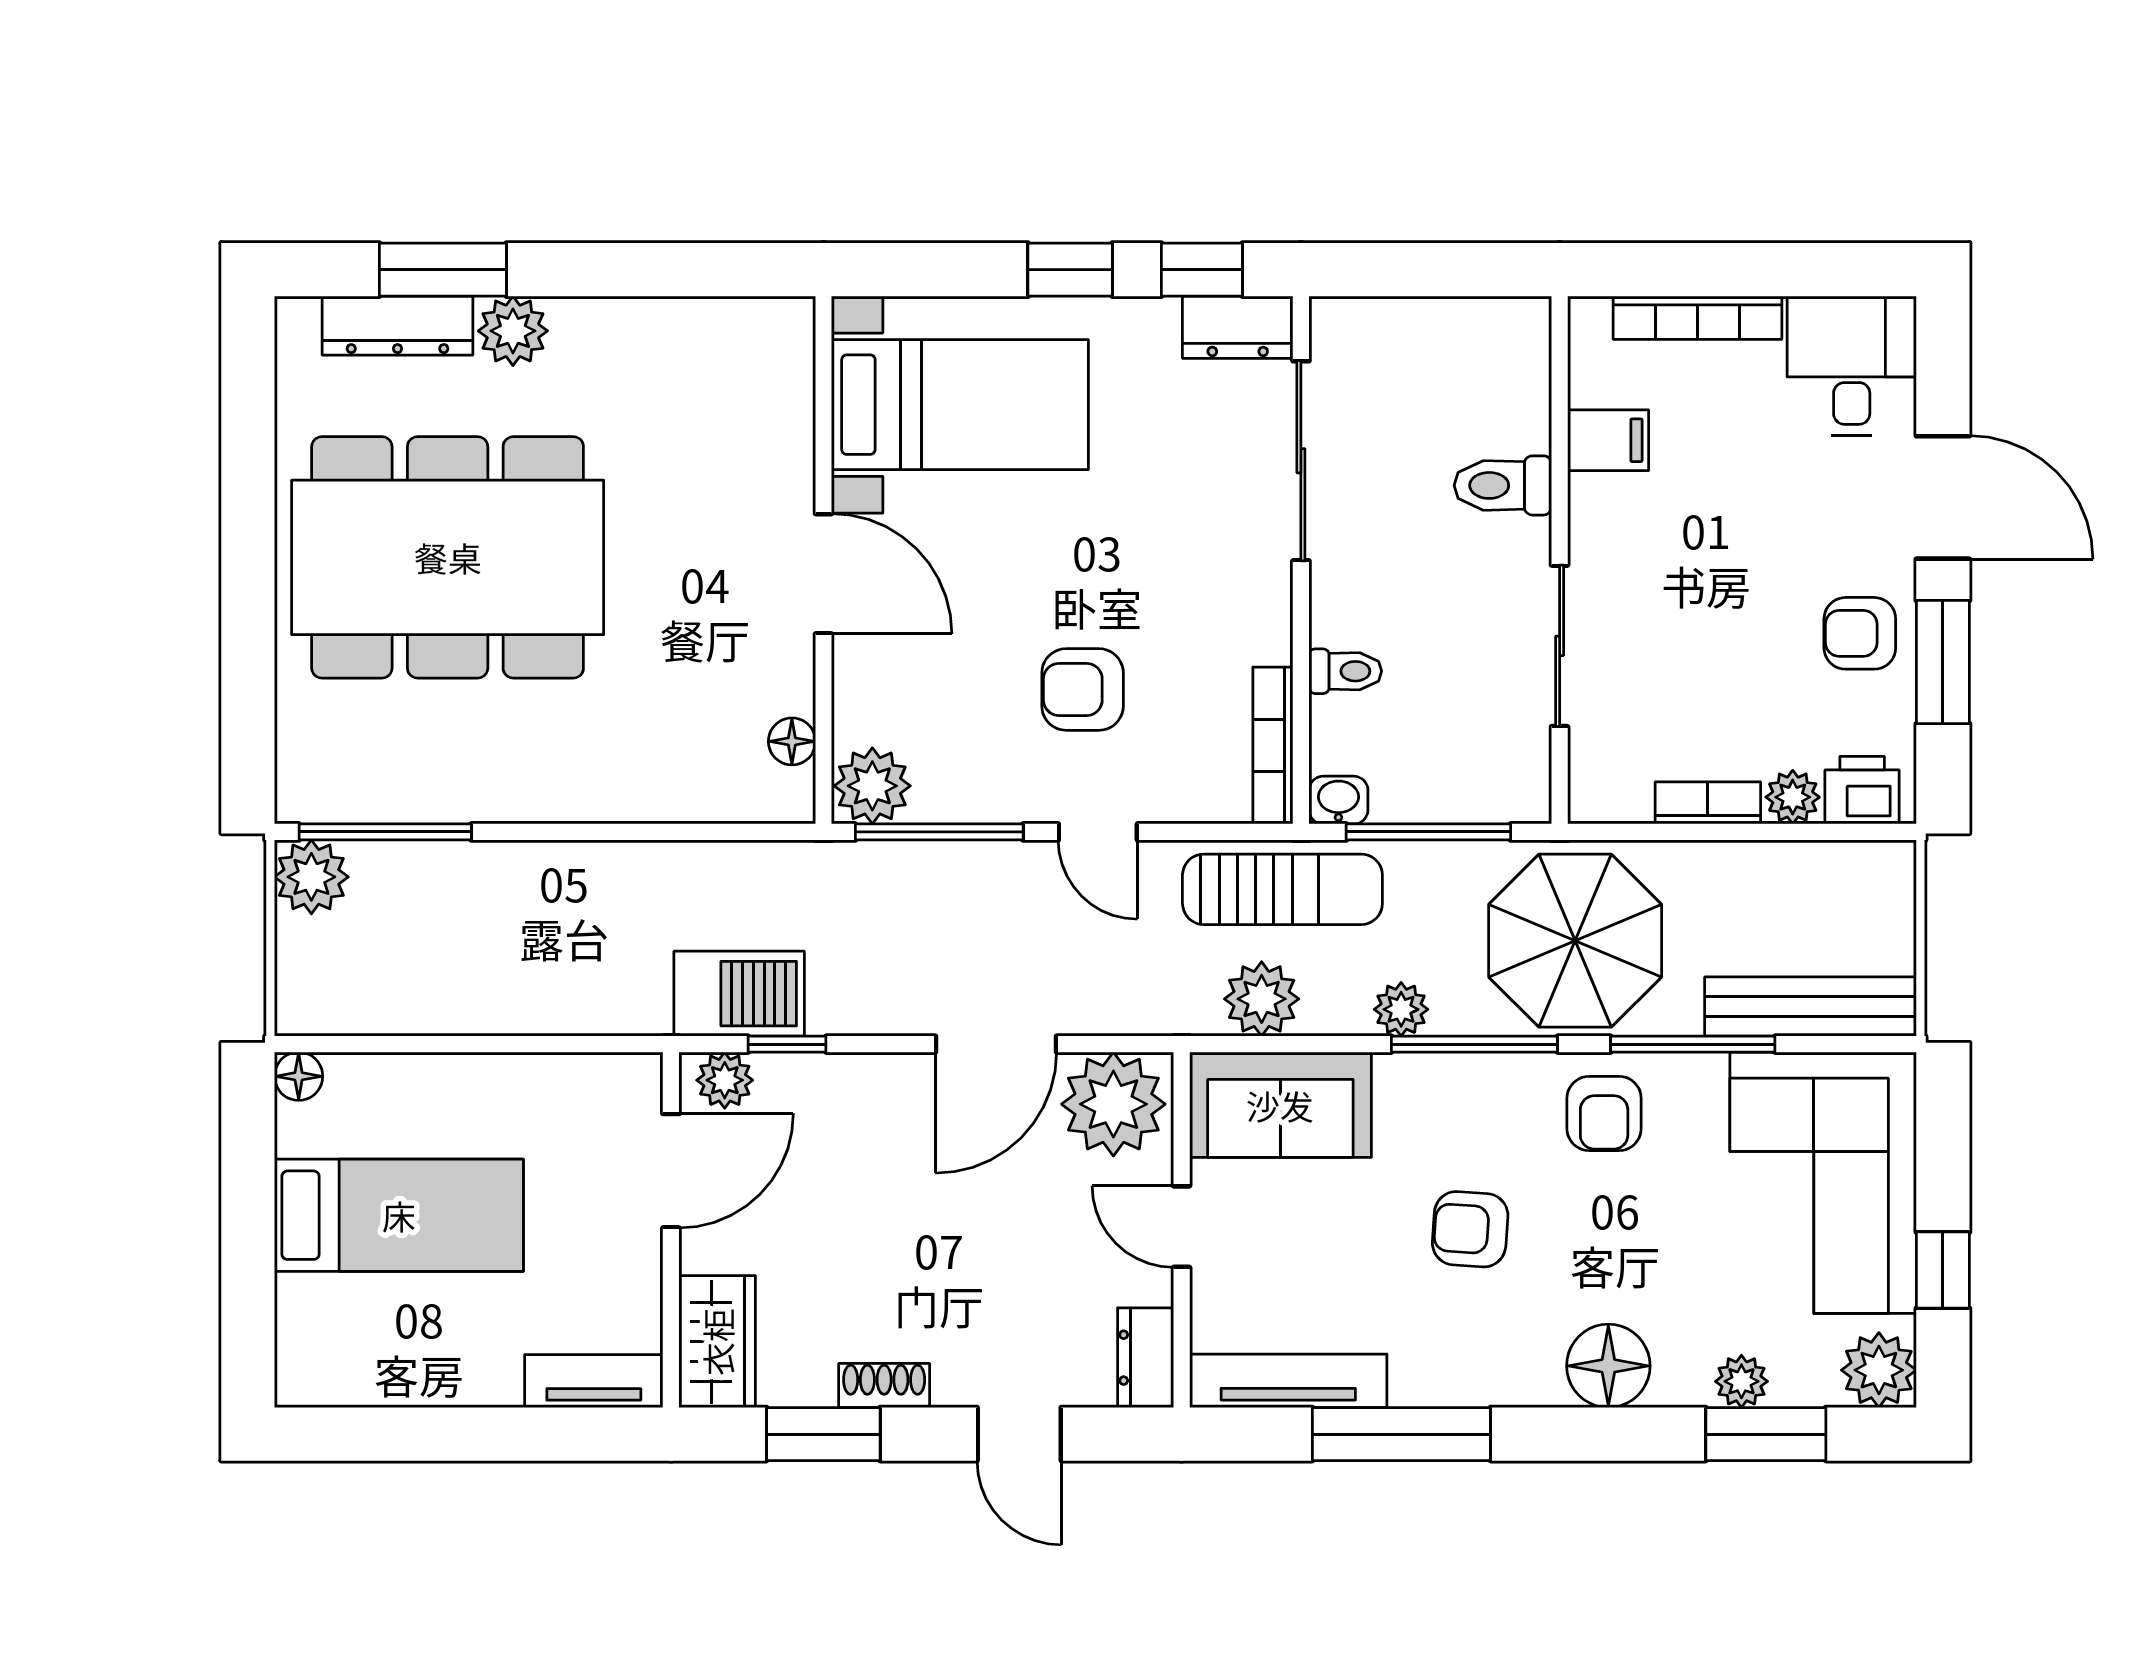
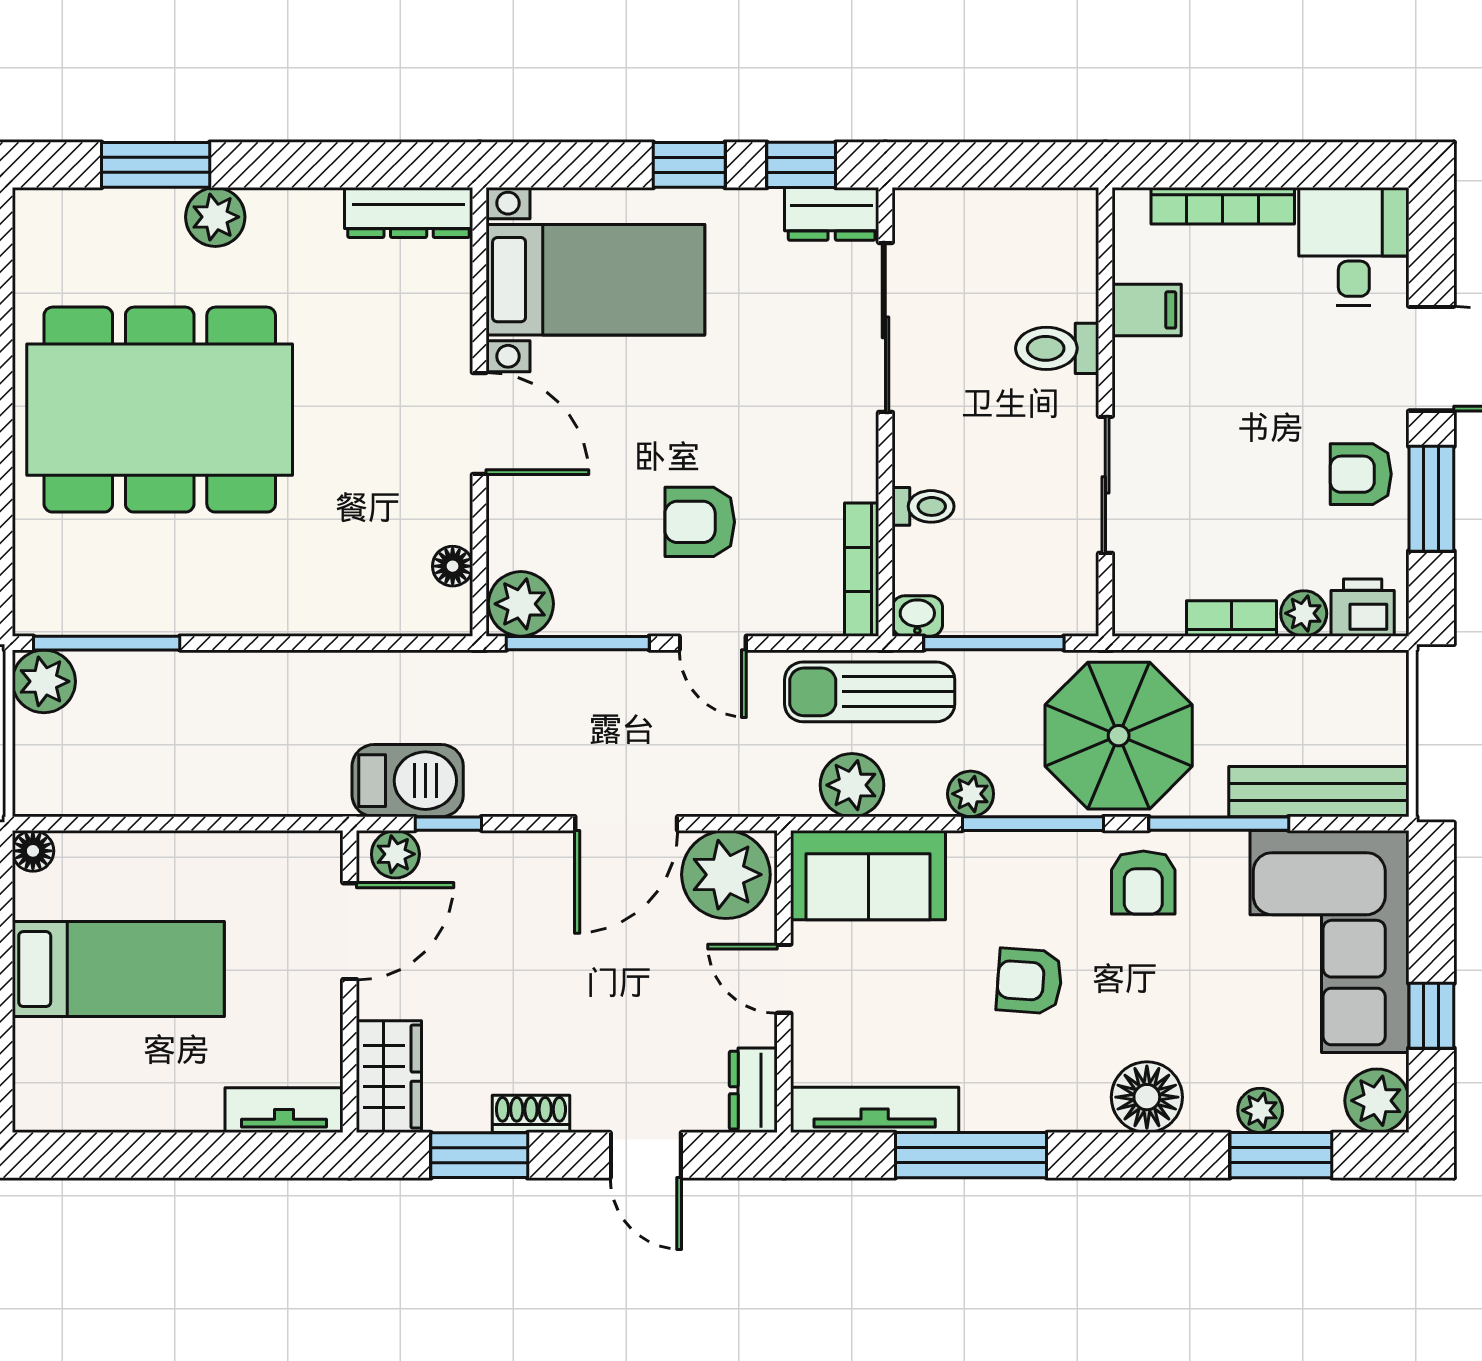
dresser: (398, 326) -> (409, 212), moved
sun lounger: (1282, 889) -> (870, 692), turned 180

